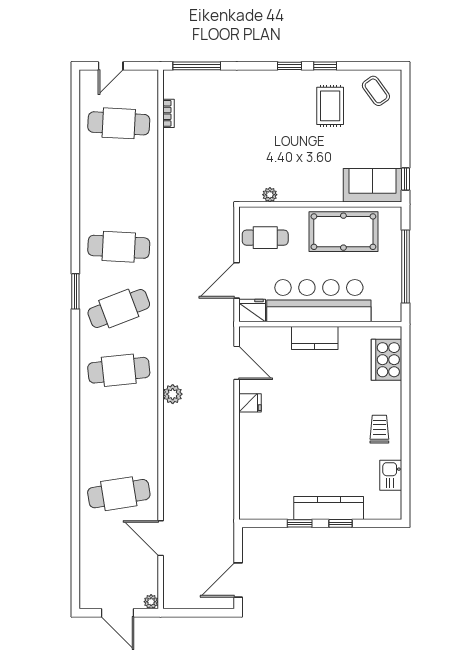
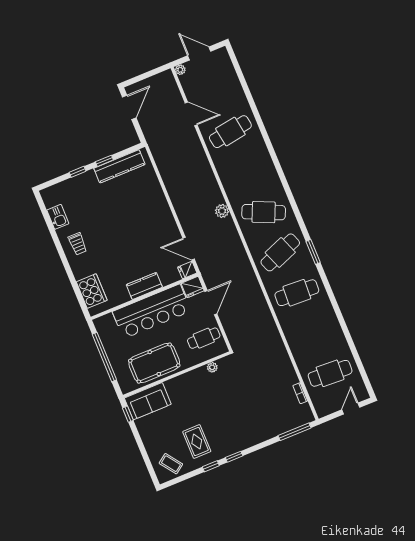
cafe table: (119, 370) -> (264, 212), turned 30
fridge: (250, 403) -> (187, 270), moved
kitchen counter: (329, 508) -> (119, 166), moved

